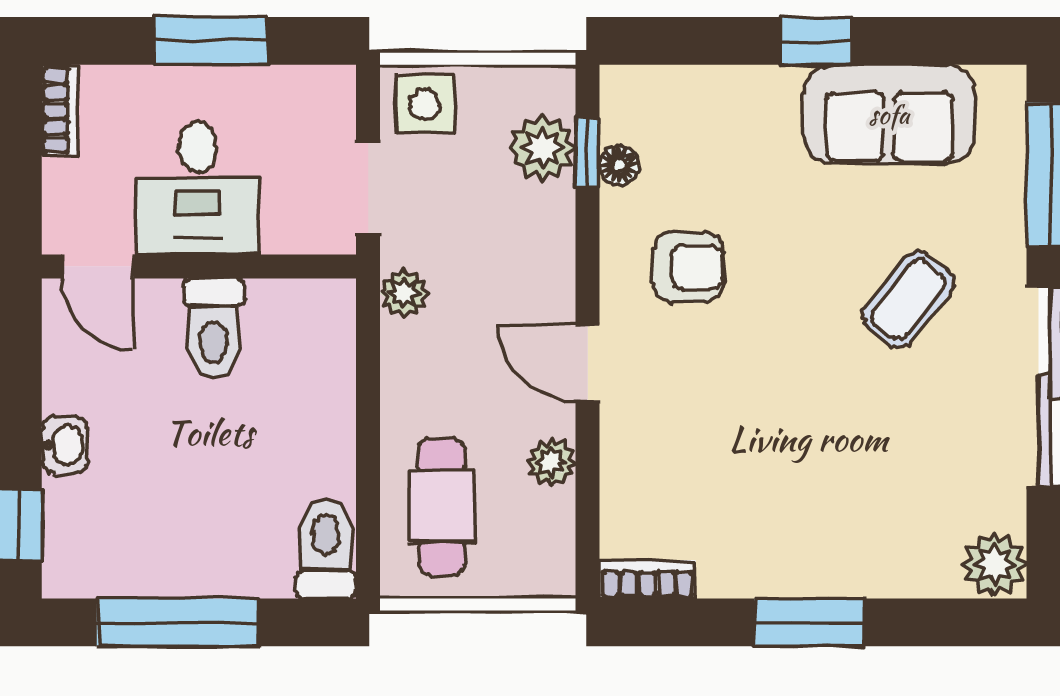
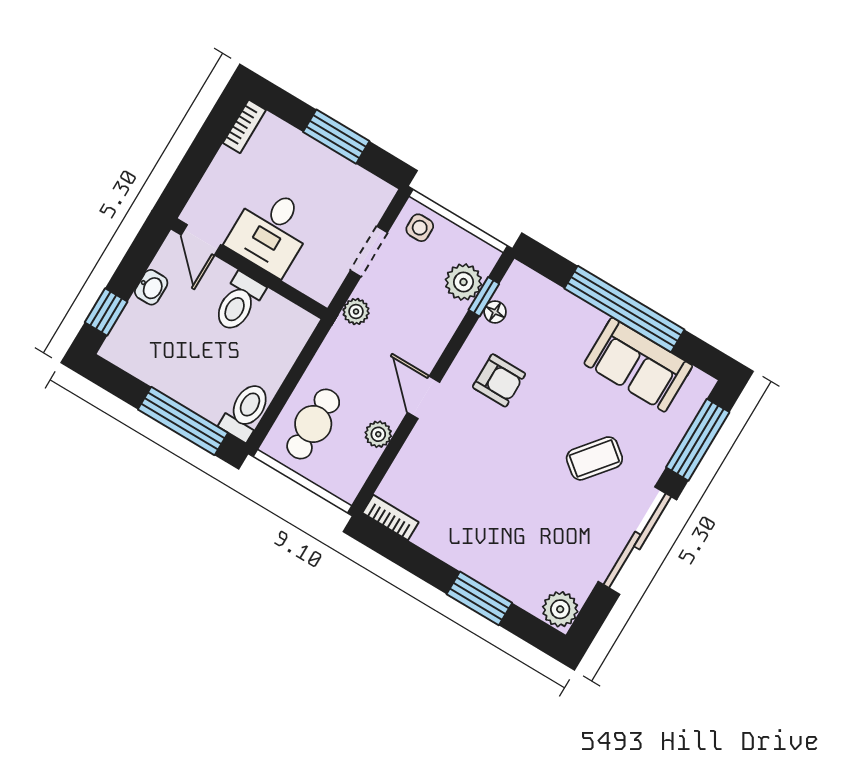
window: (816, 41) -> (624, 309), width x3.17
side table: (425, 105) -> (420, 228), width x0.73, depth x0.73
desk: (198, 188) -> (271, 231), moved
door: (98, 266) -> (201, 240), moved
wall: (199, 266) -> (249, 269), moved
toilet: (214, 328) -> (239, 302), moved
window: (178, 622) -> (183, 421), moved
window: (810, 622) -> (479, 598), moved

